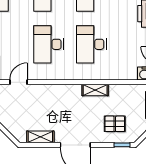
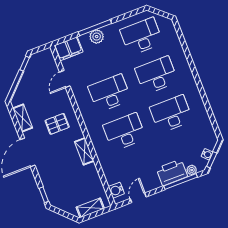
door: (18, 82) -> (65, 79), swing flipped
pallet: (115, 124) -> (57, 124), moved, turned 90

